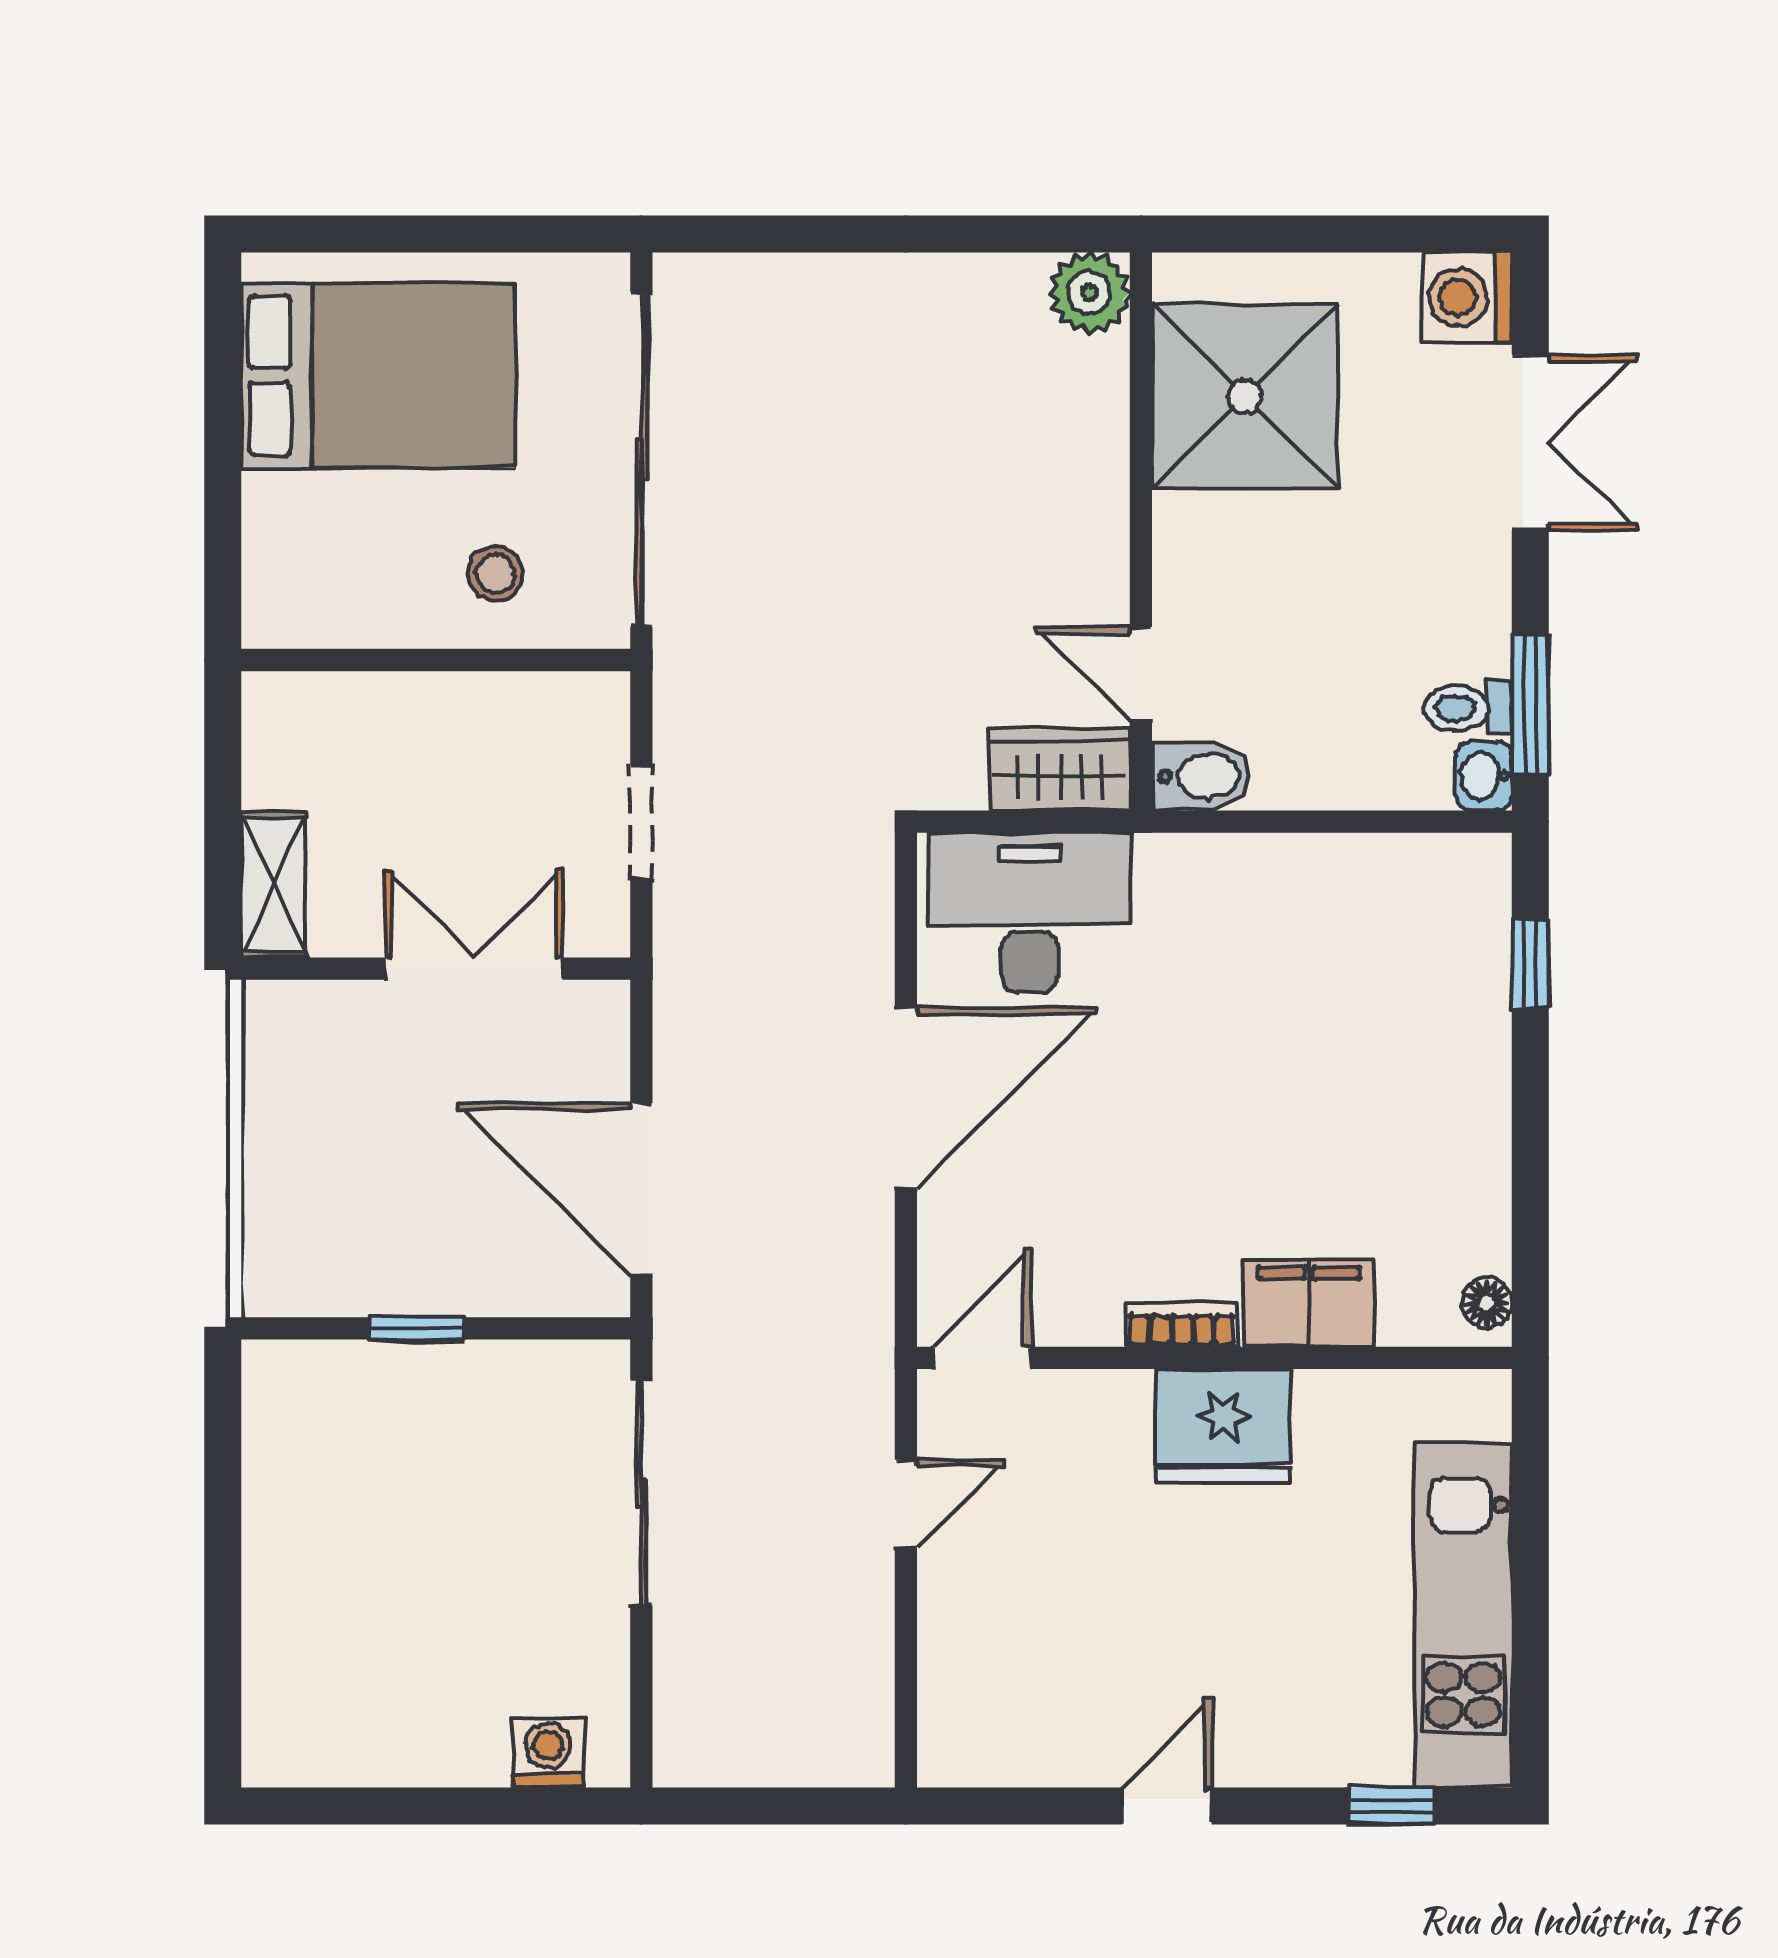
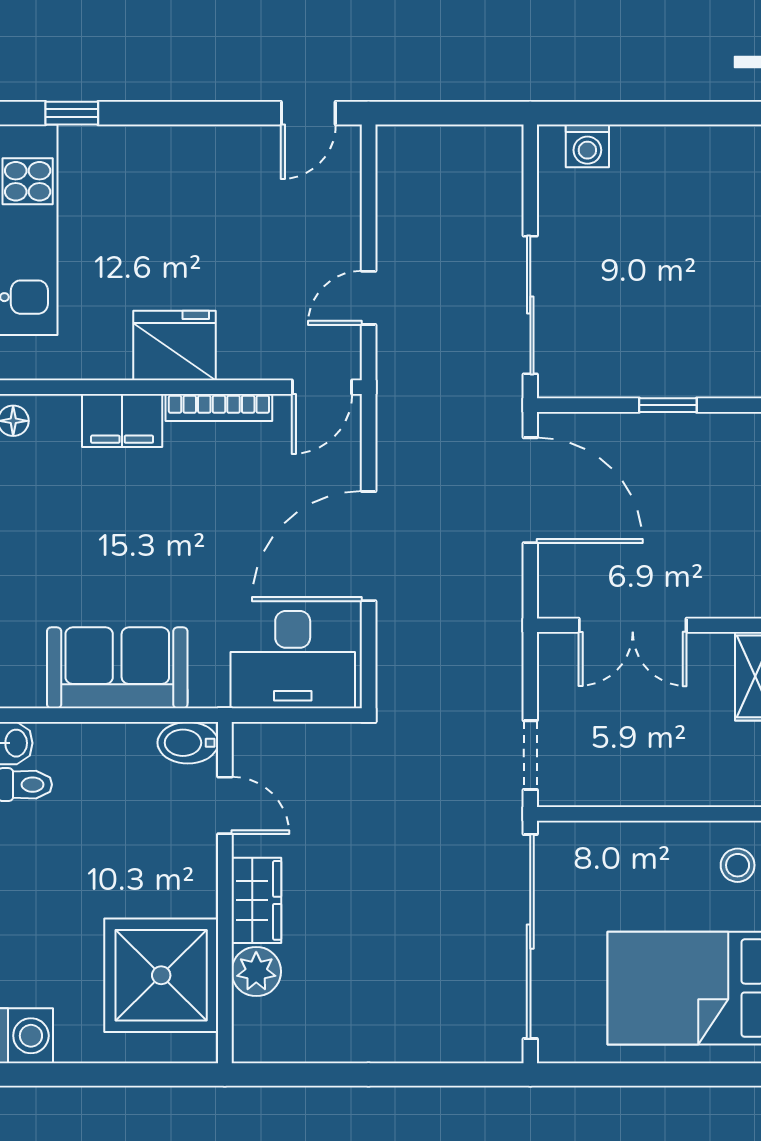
plant: (1089, 293) -> (256, 972), moved
stool: (495, 574) -> (738, 865), moved
wardrobe: (1060, 770) -> (256, 900), moved, turned -90
doorway: (641, 822) -> (530, 755), moved
sofa: (1317, 899) -> (117, 668), added
bookcase: (1182, 1325) -> (219, 408), width x1.56
door: (1167, 1806) -> (308, 113), moved

